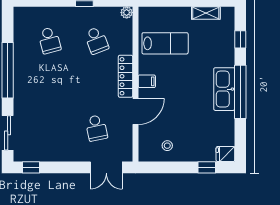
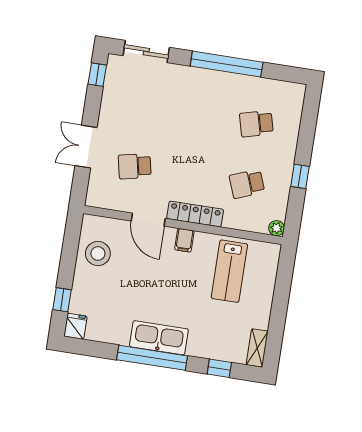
shelving: (206, 13) -> (257, 348), moved
stool: (167, 146) -> (98, 254), width x1.89, depth x1.89
double door: (106, 167) -> (86, 147), moved

